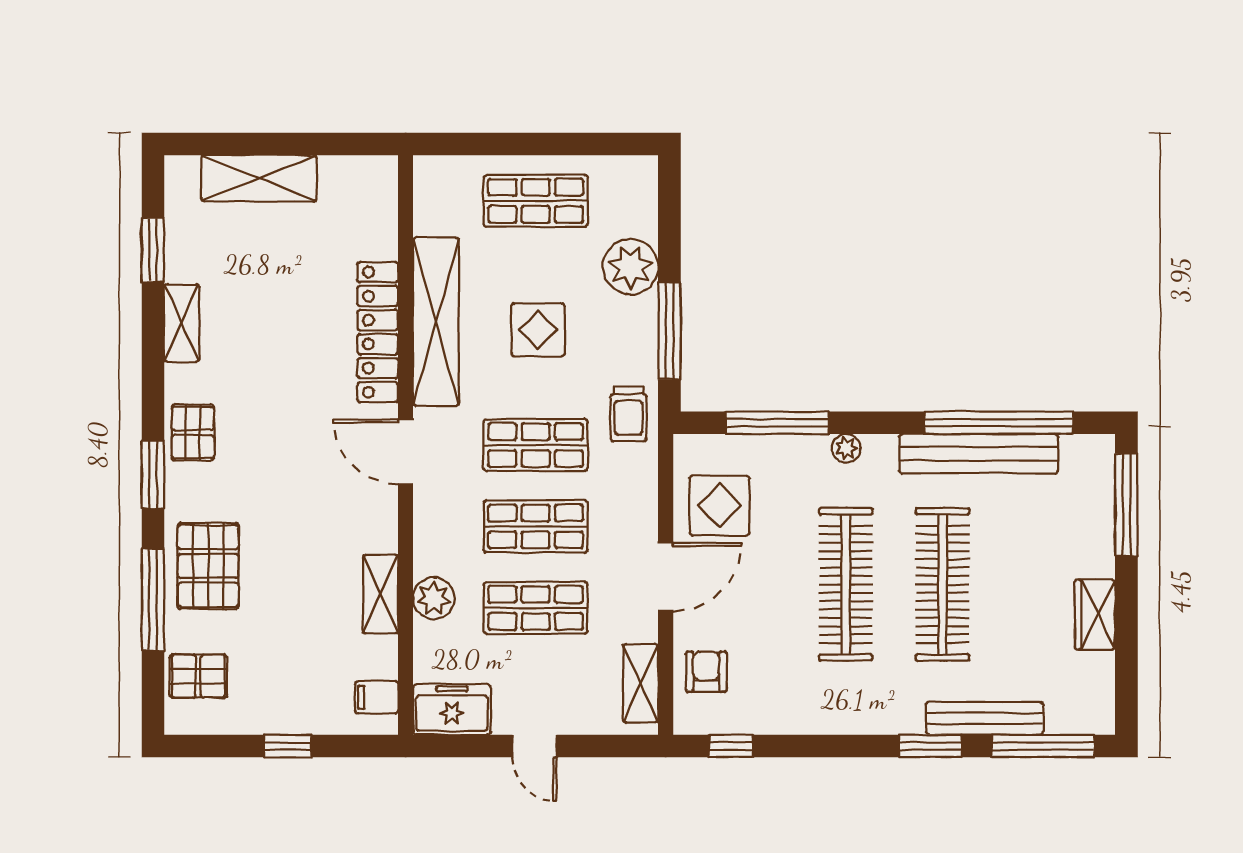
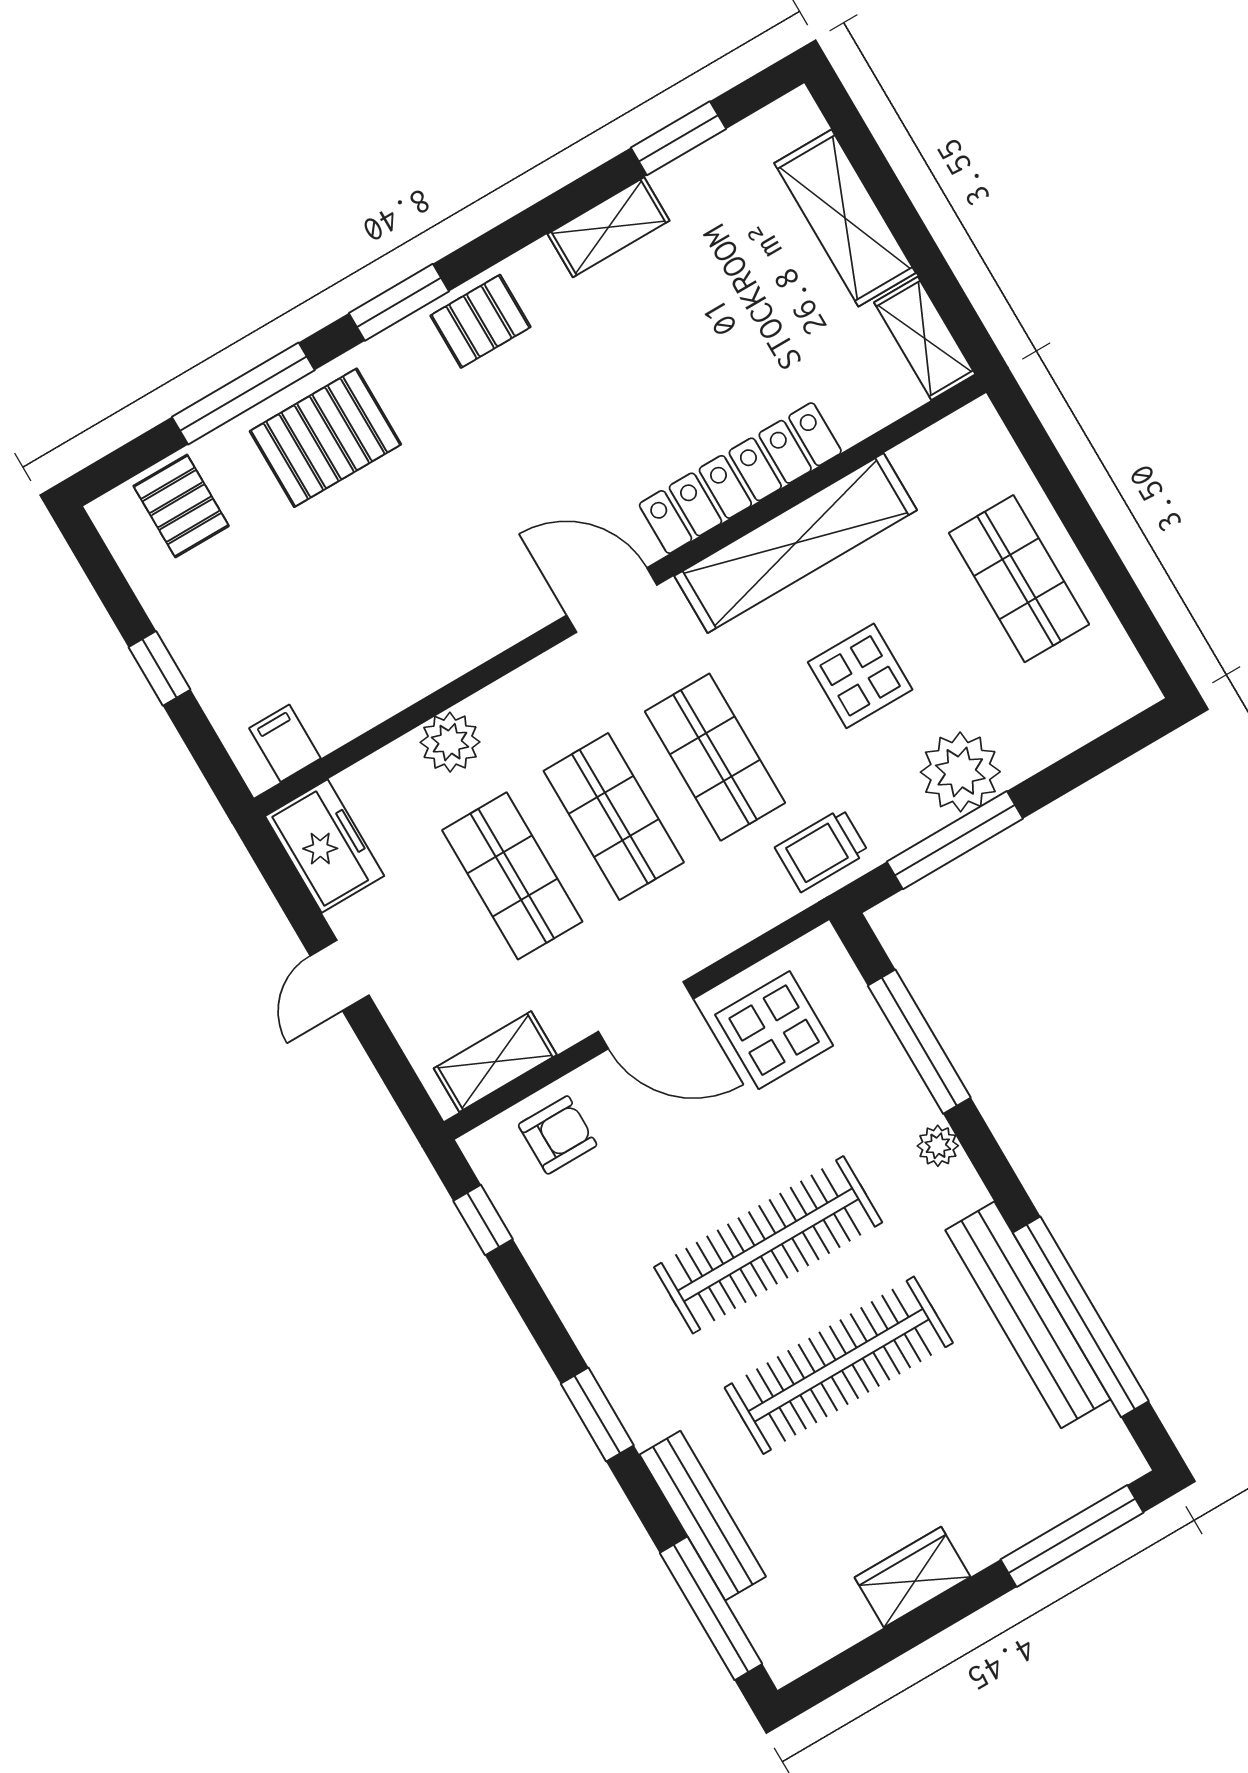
plant: (631, 267) -> (960, 772), moved
door: (406, 452) -> (612, 600), hinge flipped
shelving: (380, 594) -> (925, 338), moved, turned 90
window: (930, 746) -> (597, 1415), moved

